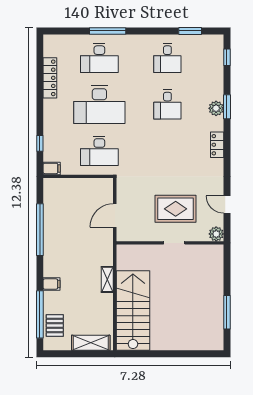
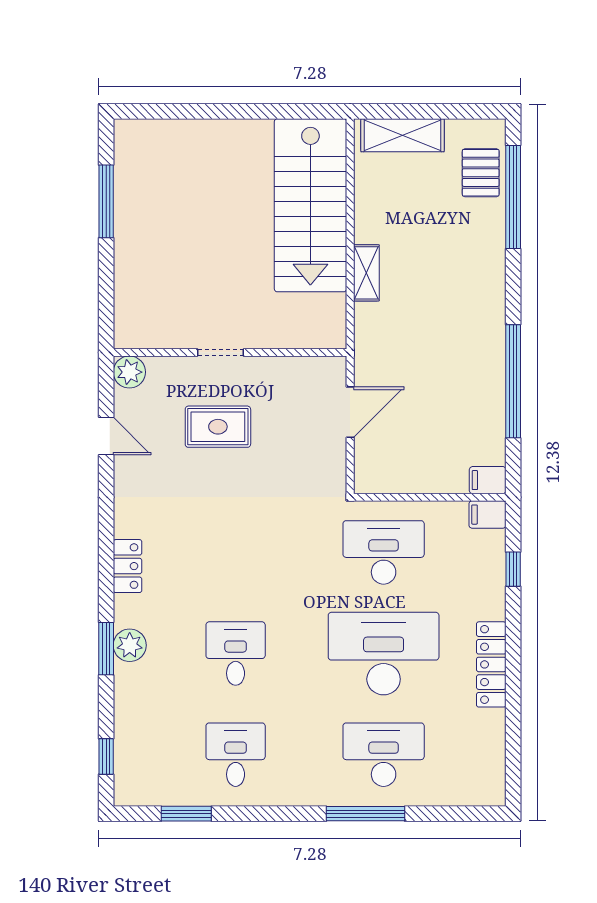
locker: (50, 78) -> (491, 664), moved
rug: (176, 209) -> (218, 427), width x0.73, depth x0.70
filing cabinet: (52, 284) -> (488, 480), moved

